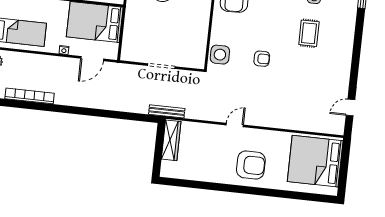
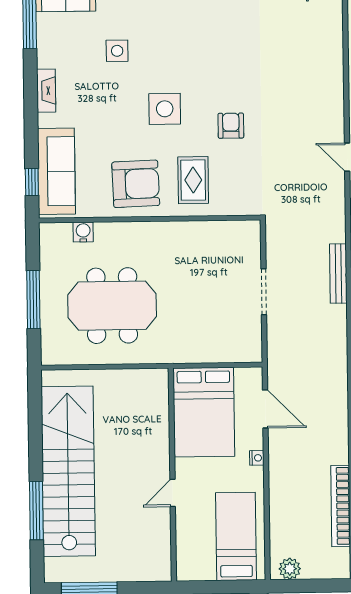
rug: (309, 33) -> (193, 180), moved, turned 90
side table: (220, 55) -> (165, 109), moved

